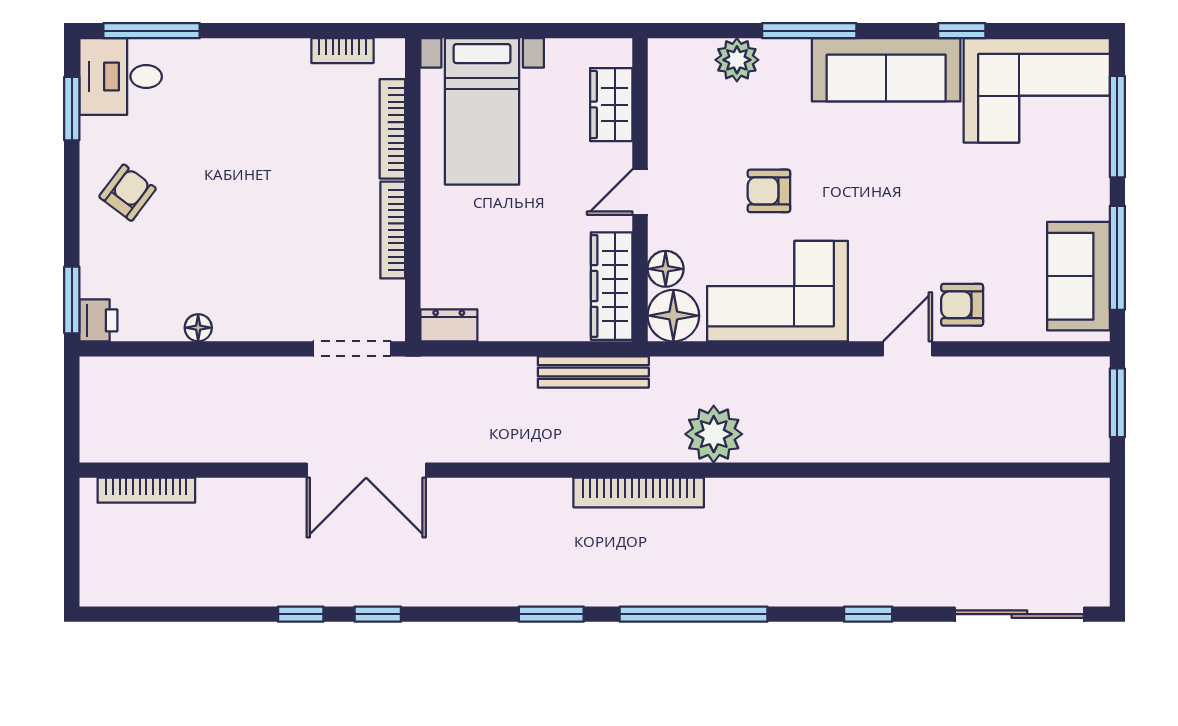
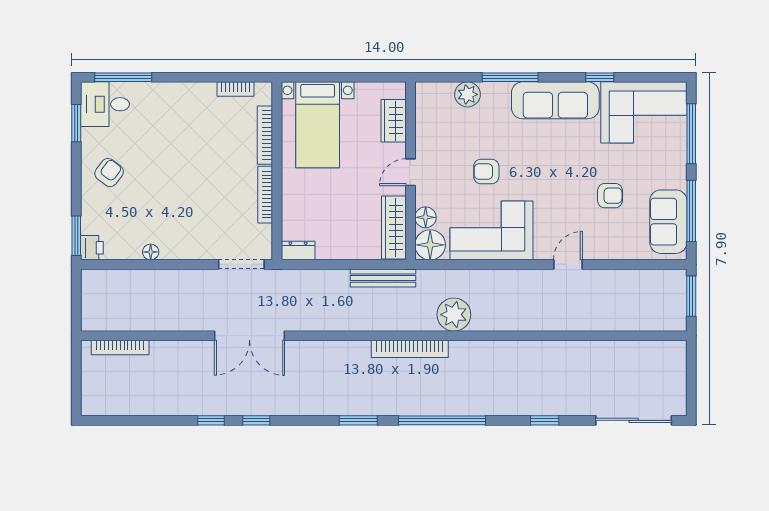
armchair: (962, 305) -> (610, 196), moved, turned 180

